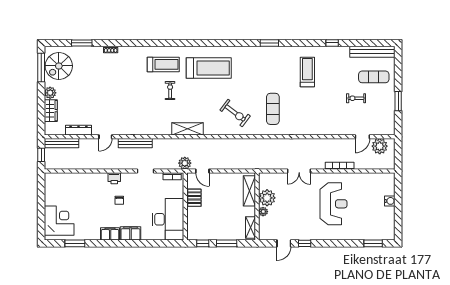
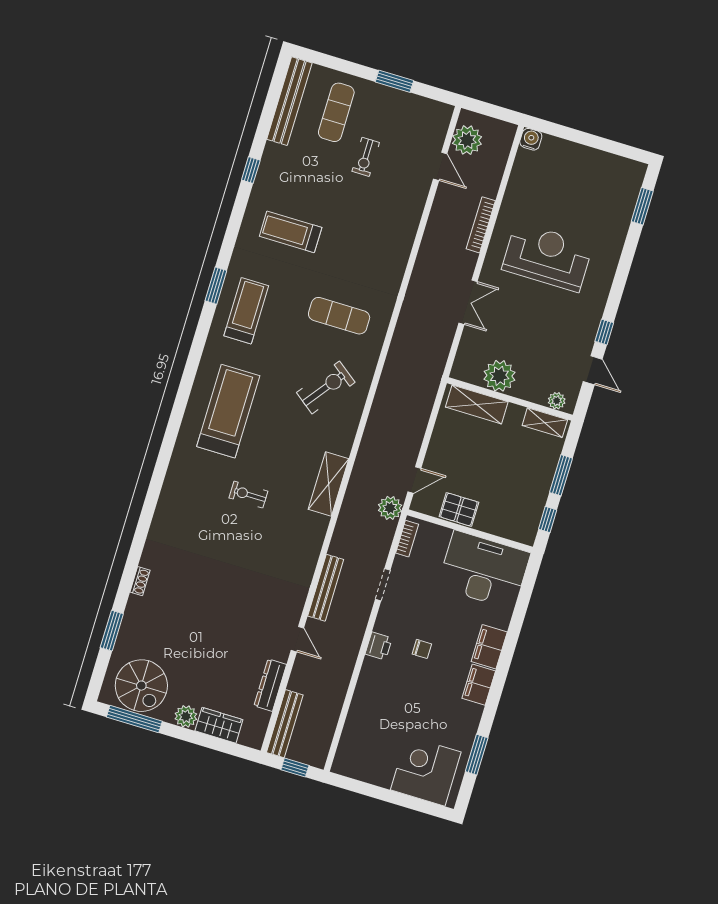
treadmill: (163, 64) -> (246, 311), moved
water cooler: (390, 201) -> (531, 139), moved
plant: (263, 212) -> (557, 401), moved

